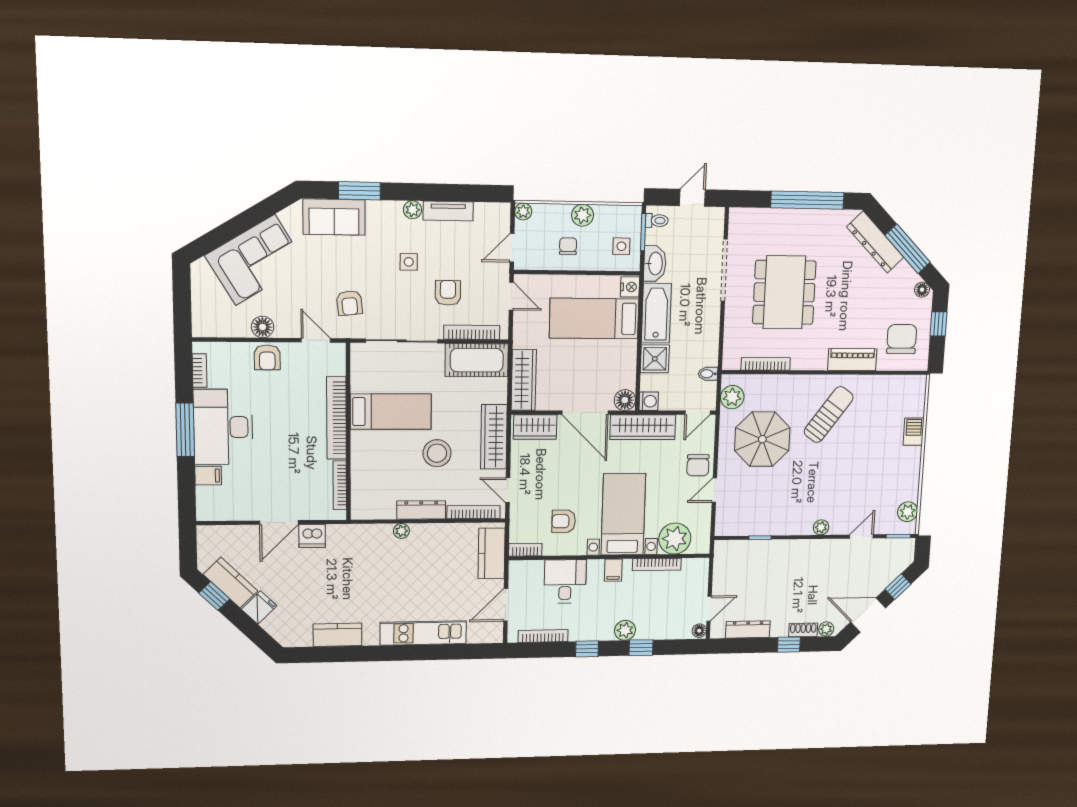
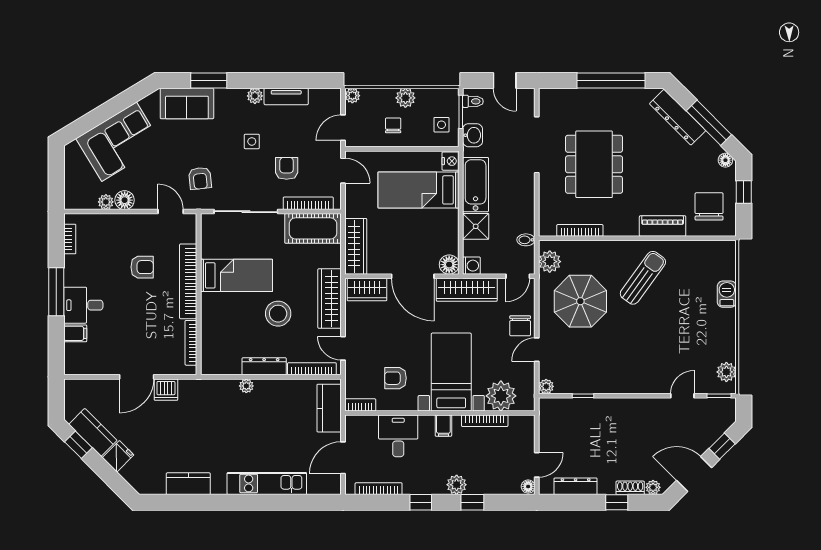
door: (692, 198) -> (505, 81), swing flipped
washbasin: (655, 264) -> (473, 135), width x0.72
plant: (241, 329) -> (106, 202), added
armchair: (267, 357) -> (142, 267), moved, turned -90
desk: (223, 427) -> (83, 305), width x0.53, depth x0.77
plant: (821, 527) -> (546, 386), moved

